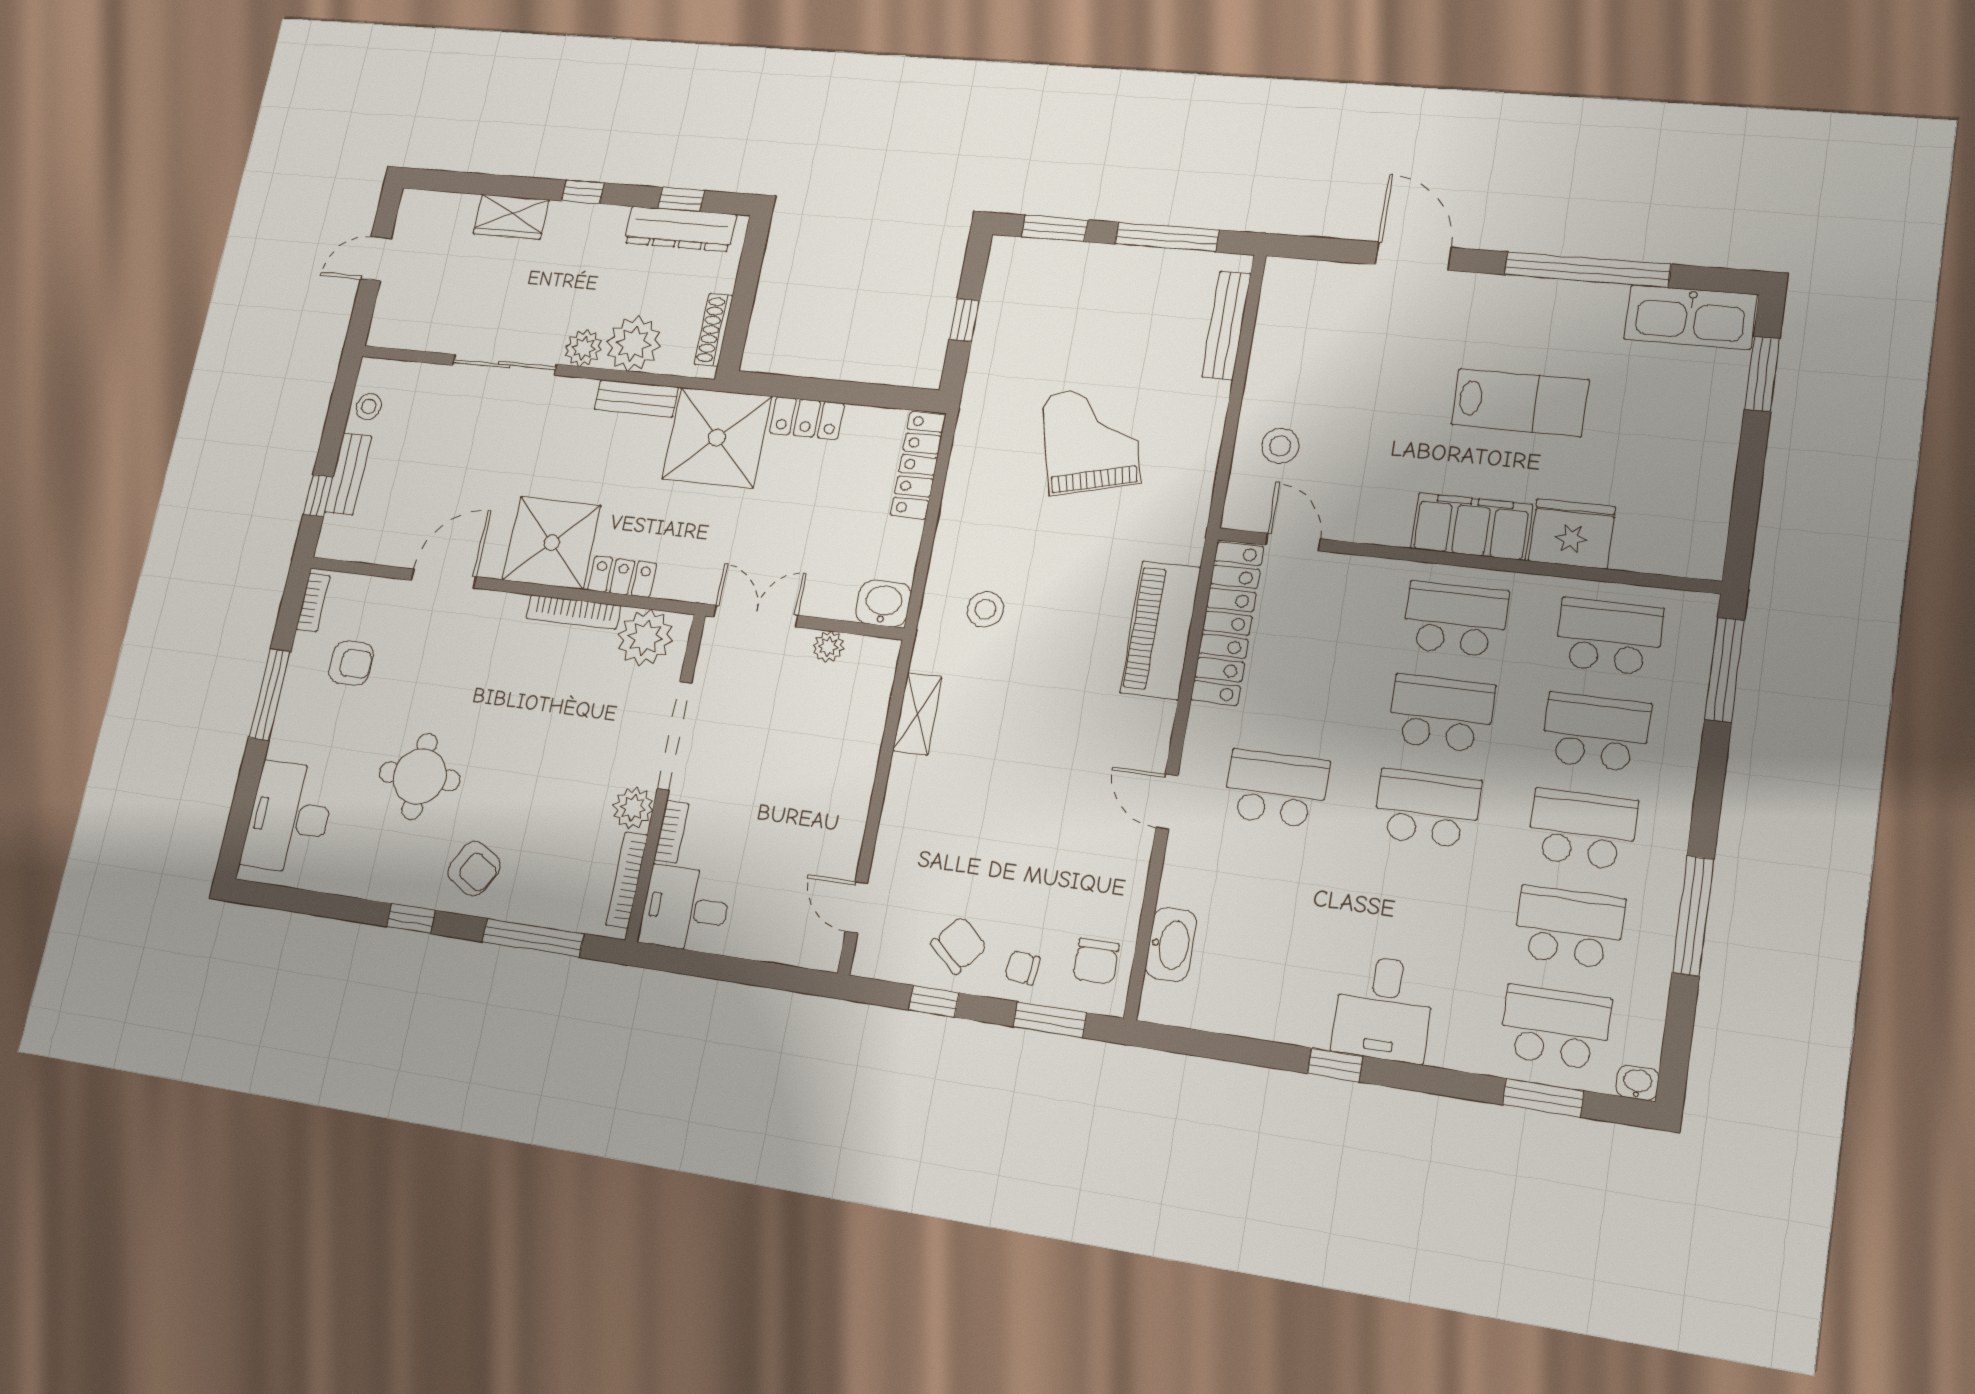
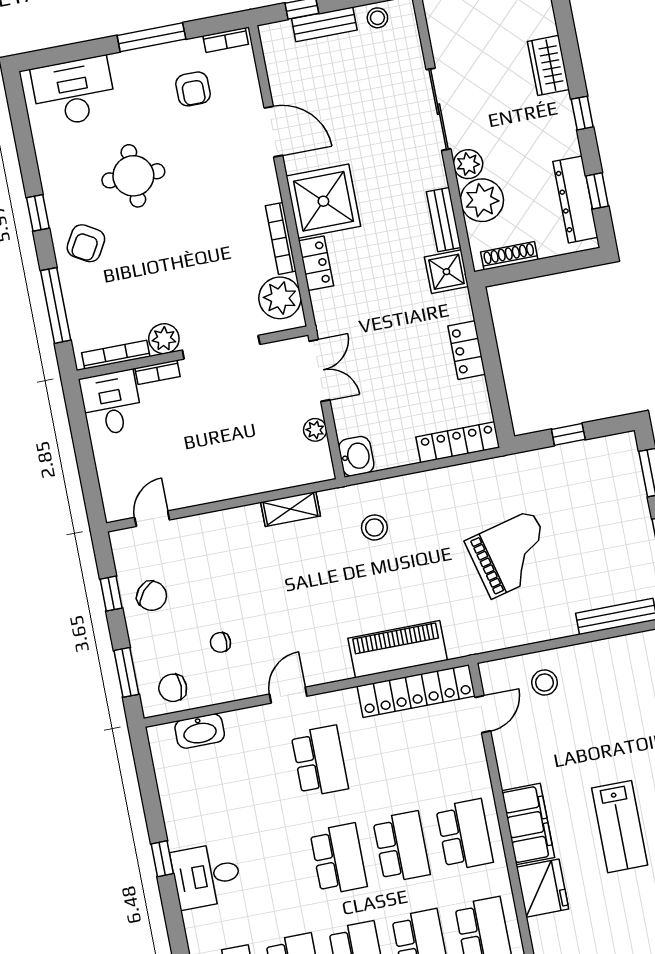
shower: (717, 438) -> (446, 272), width x0.54, depth x0.54
chair: (1022, 968) -> (220, 642), moved, turned -96

